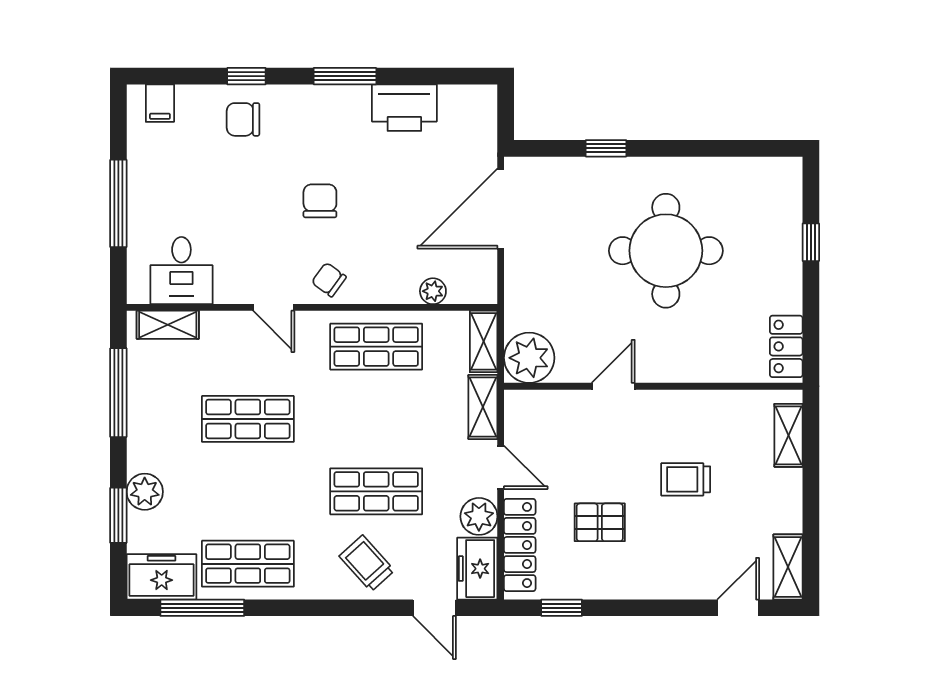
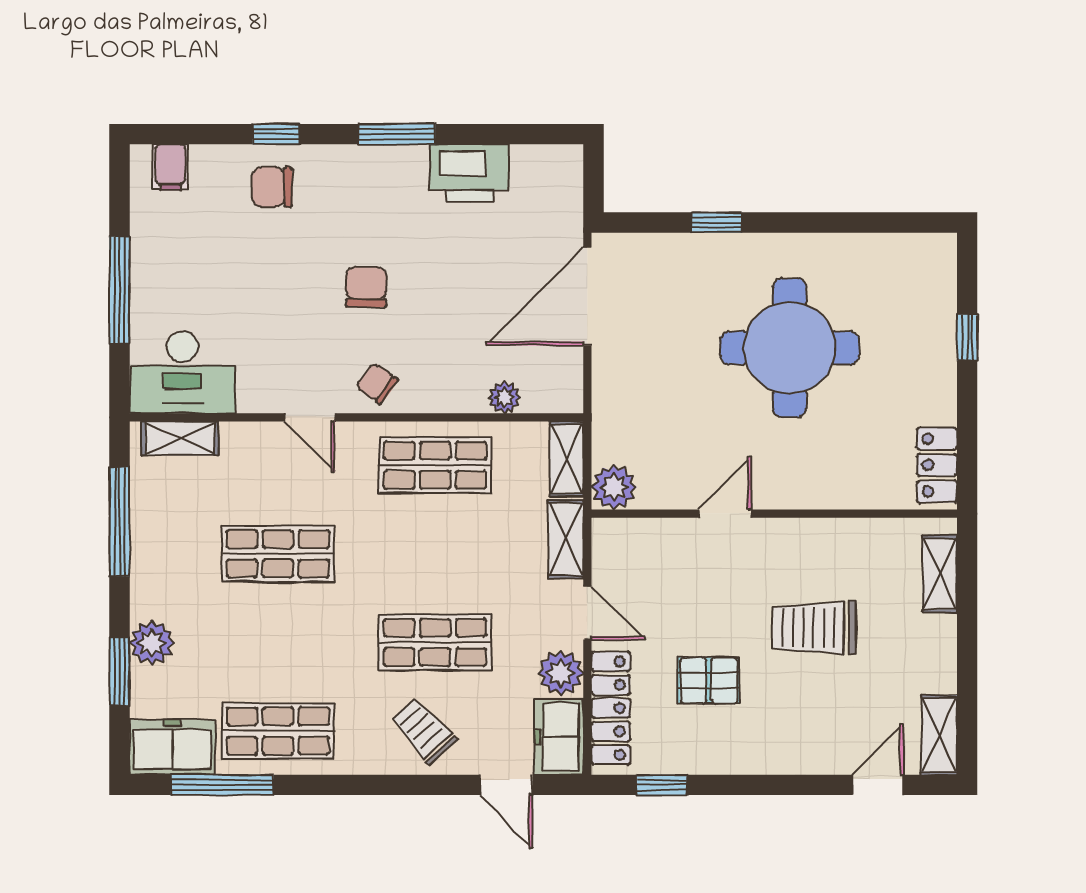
desk: (181, 271) -> (182, 372), width x1.37
plant: (529, 358) -> (614, 487), width x0.73, depth x0.73
trolley: (686, 479) -> (814, 628), width x1.36, depth x1.39

